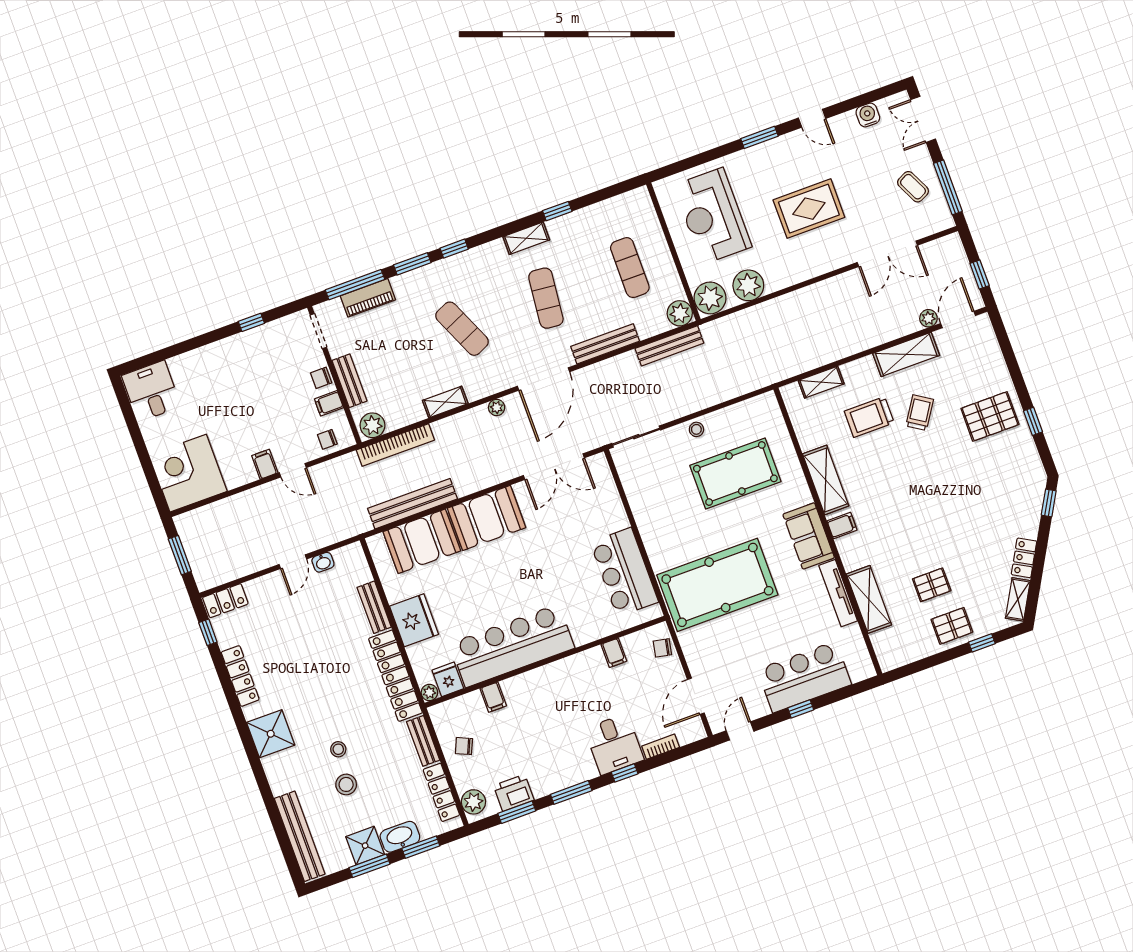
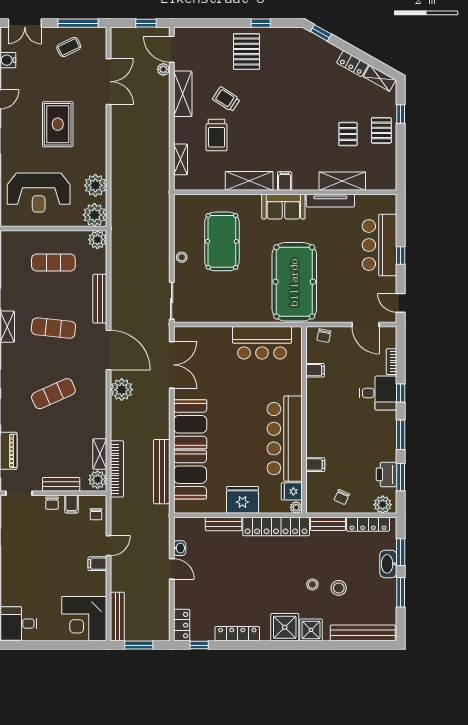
bench: (669, 346) -> (117, 617), moved
shelving: (445, 402) -> (100, 454), moved
plant: (497, 407) -> (122, 390), width x1.88, depth x1.88
shower: (365, 846) -> (311, 630), moved

